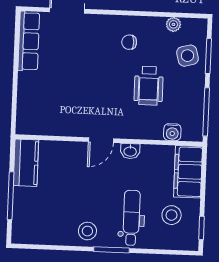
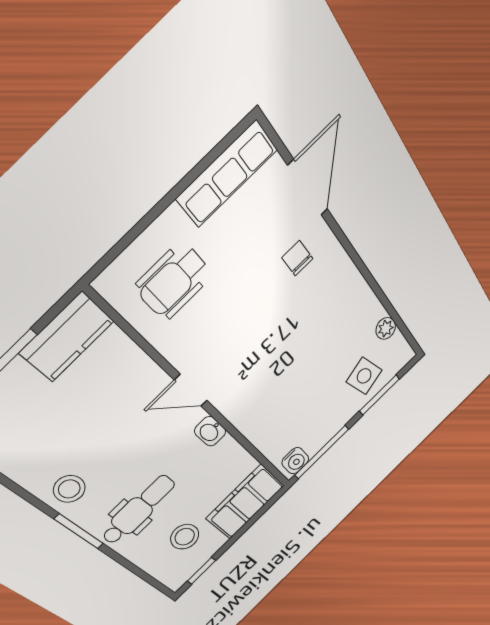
chair: (129, 42) -> (297, 258), moved
wheelchair: (149, 86) -> (174, 281), moved
water cooler: (172, 132) -> (295, 461), moved, turned -90

